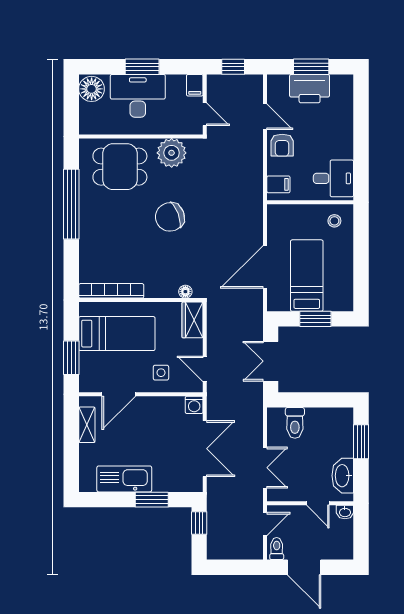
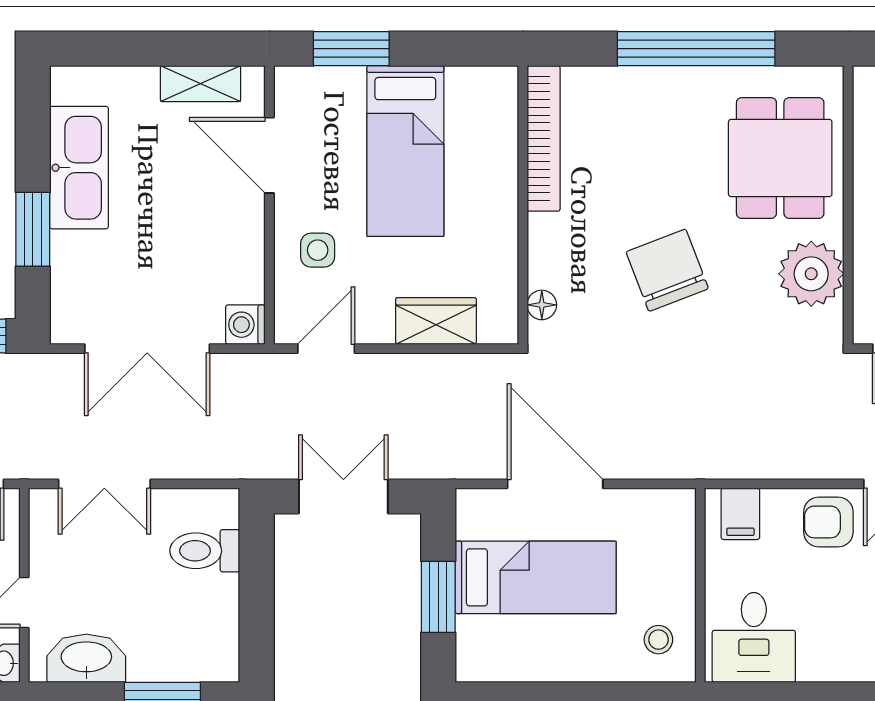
bookcase: (111, 291) -> (544, 138), moved
floor lamp: (185, 292) -> (542, 305), moved
wall: (141, 300) -> (523, 205), moved

